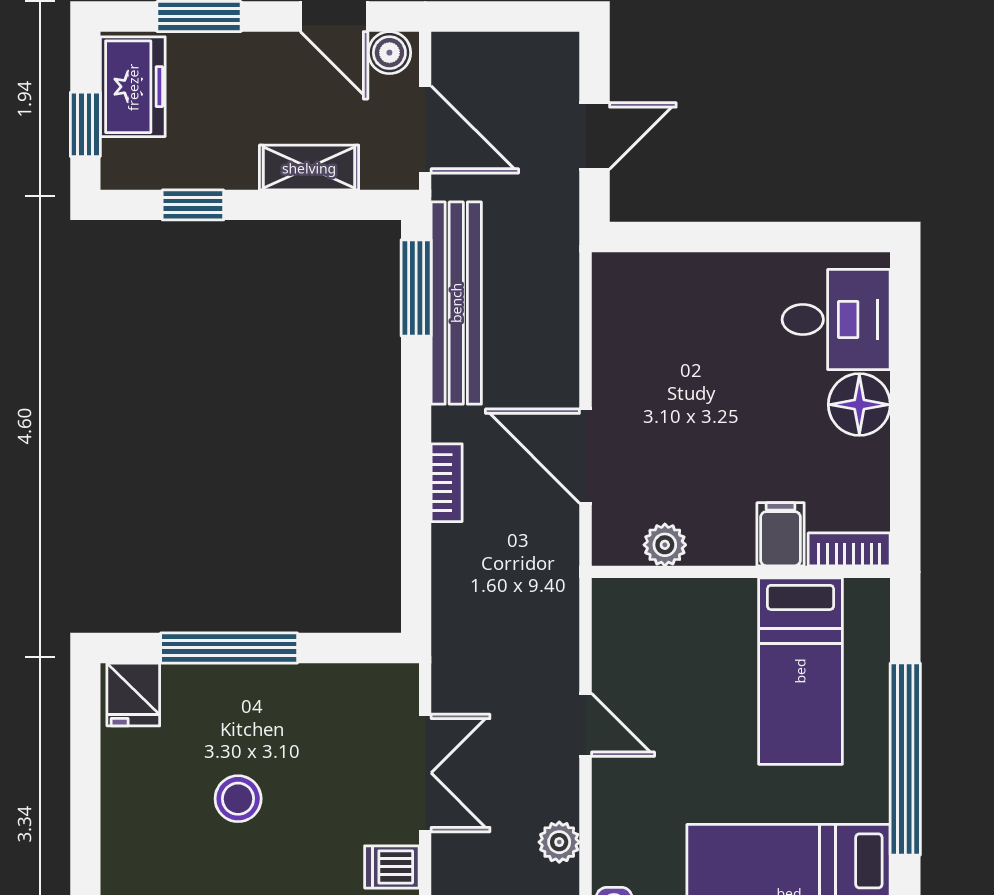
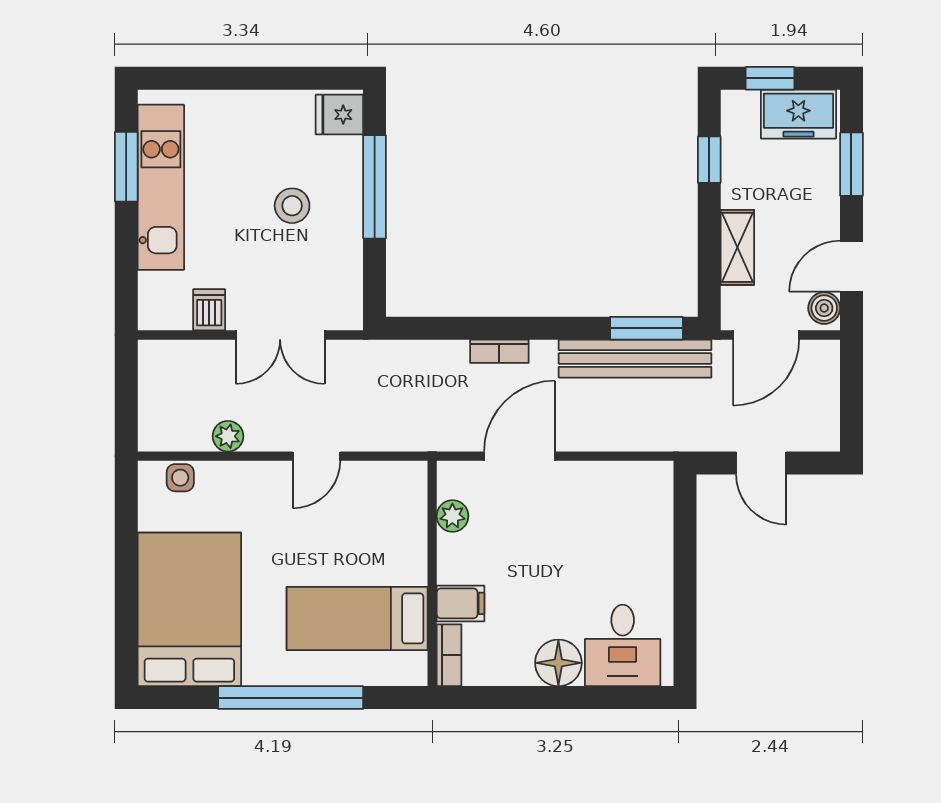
stool: (238, 799) -> (292, 206), moved

